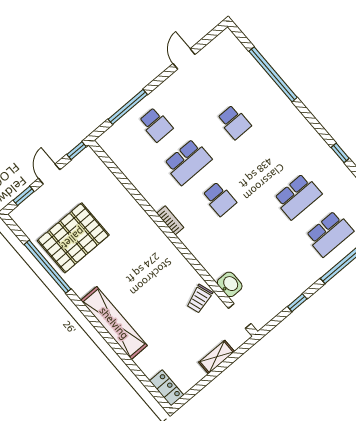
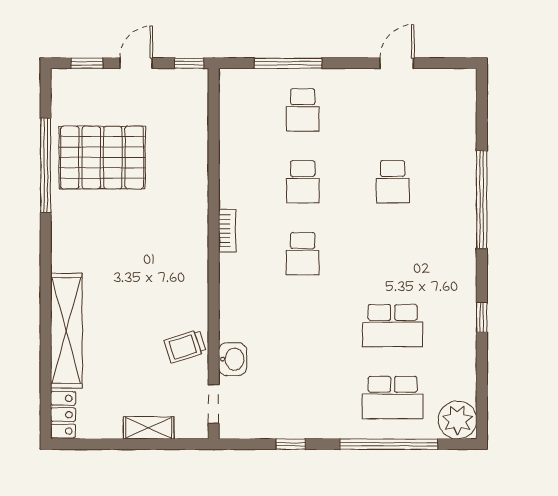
window: (273, 74) -> (482, 200), moved
school desk: (188, 162) -> (303, 182), width x0.54
shelving: (114, 323) -> (66, 331), moved

